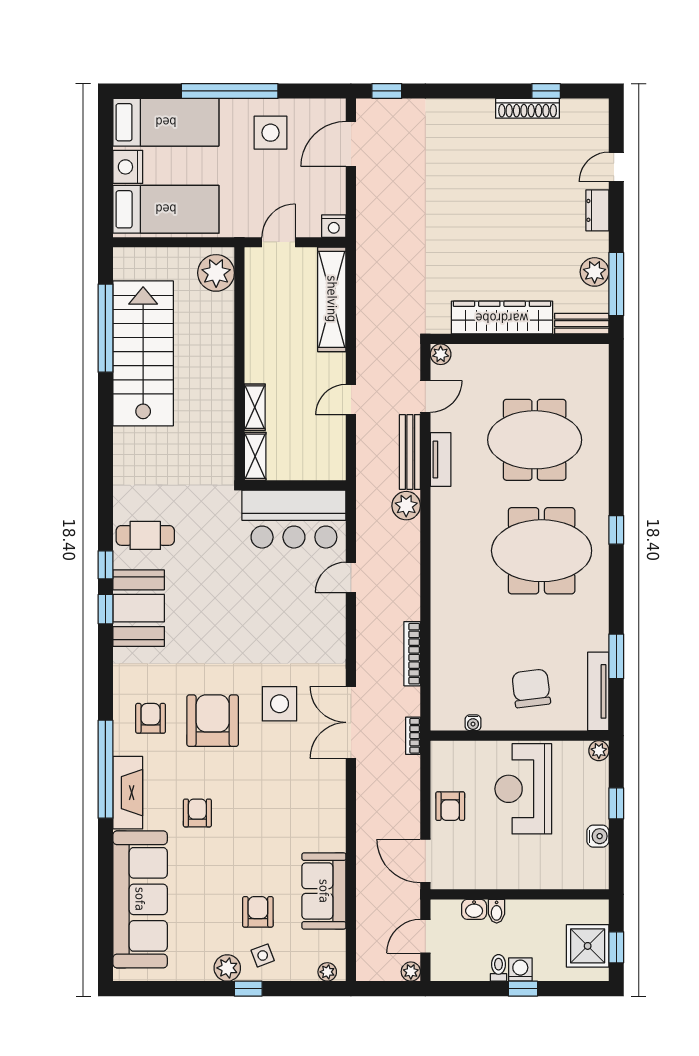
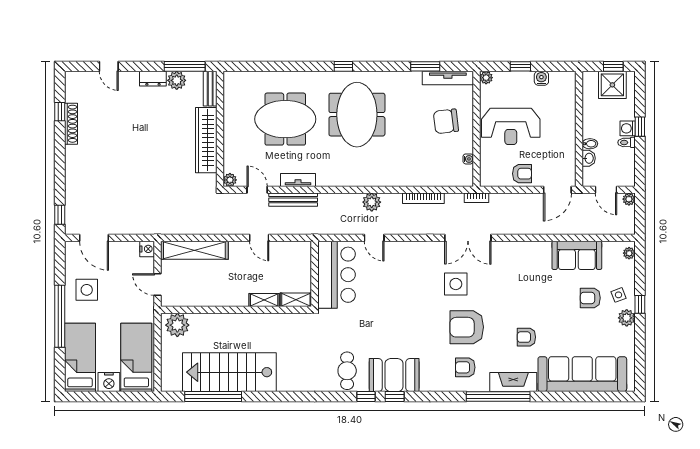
dresser: (597, 210) -> (153, 79), moved
meeting table: (535, 440) -> (285, 119), turned 90
plant: (406, 506) -> (372, 202), moved

